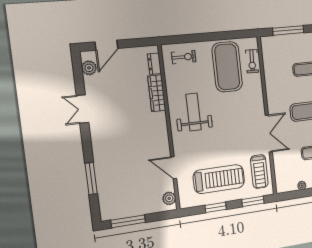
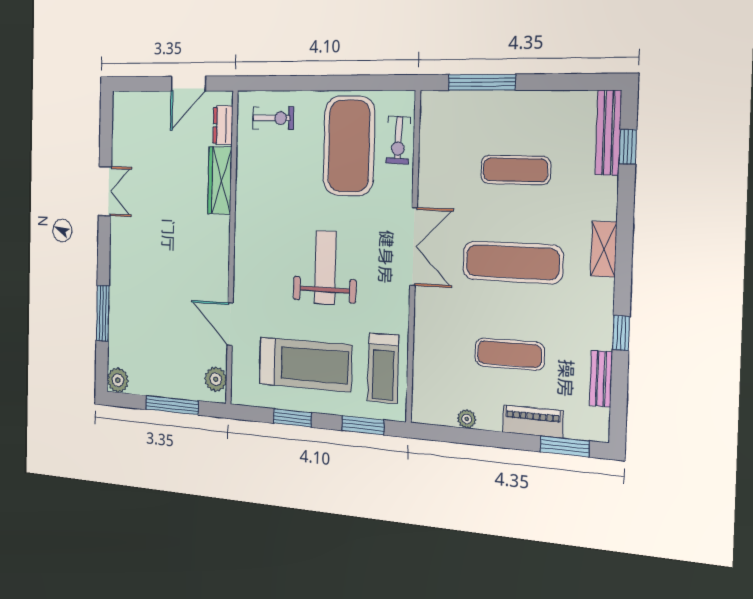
door: (106, 45) -> (188, 84), moved
plant: (89, 68) -> (118, 380), moved
double door: (82, 109) -> (105, 191), swing flipped
weight bench: (193, 112) -> (325, 268), moved
double door: (269, 134) -> (414, 247), moved
window: (128, 221) -> (172, 405), moved

